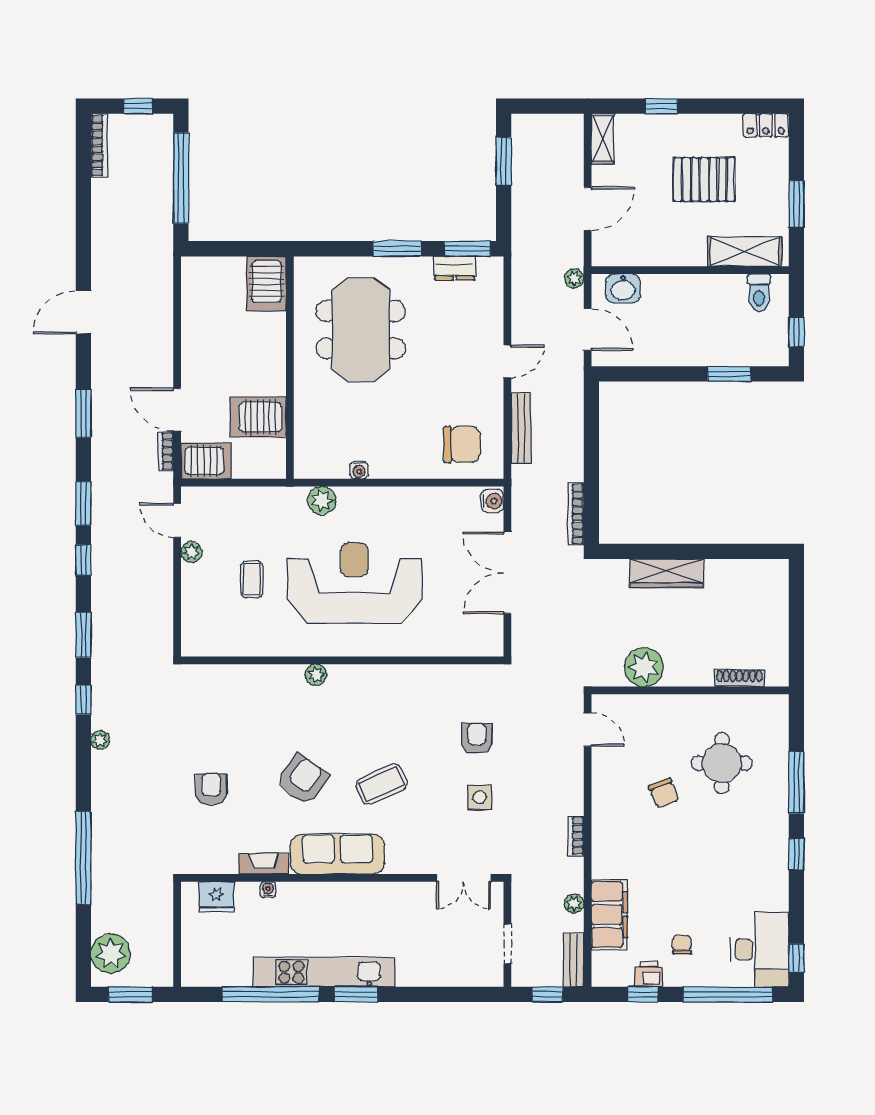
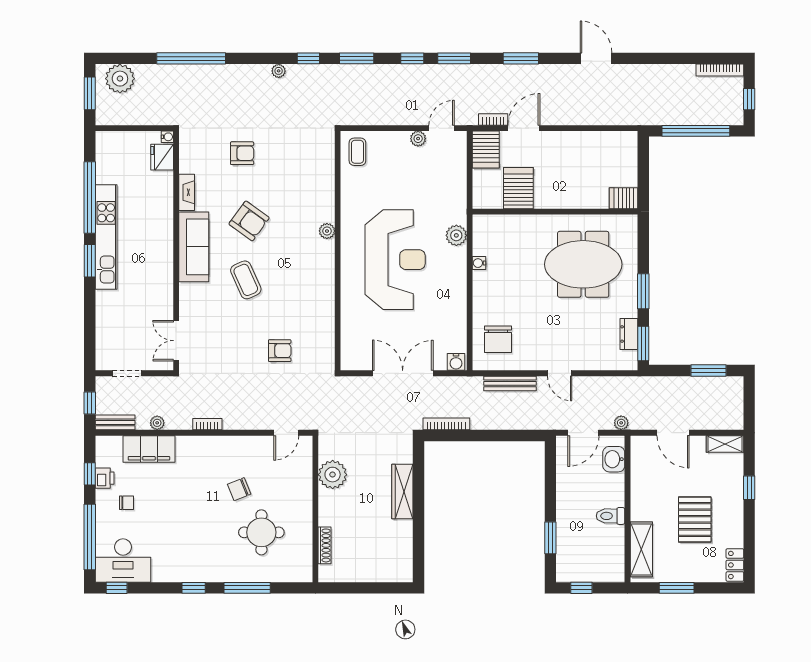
server rack: (266, 284) -> (624, 198), width x0.73, depth x0.70
toilet: (759, 293) -> (611, 516), moved
coffee table: (252, 579) -> (357, 152), moved, turned 90
side table: (480, 797) -> (236, 353), removed
water cooler: (268, 890) -> (167, 137), moved

